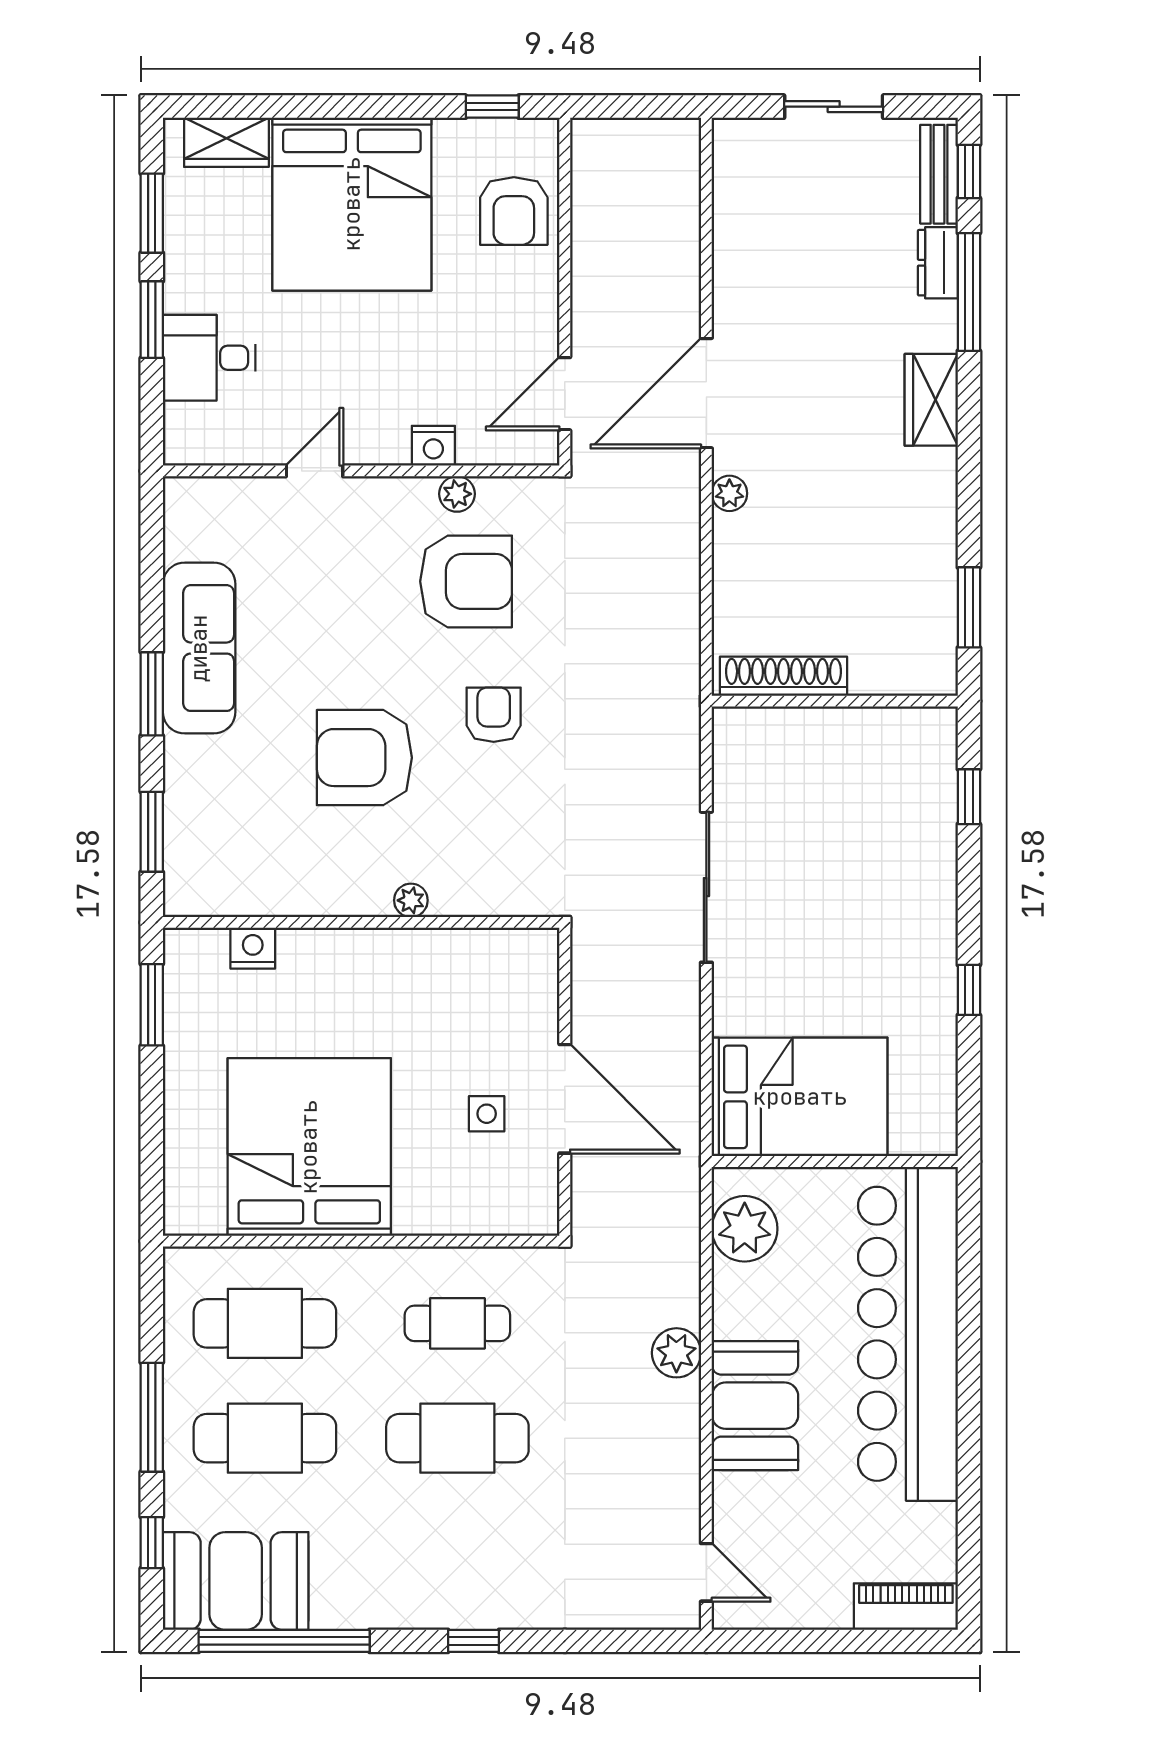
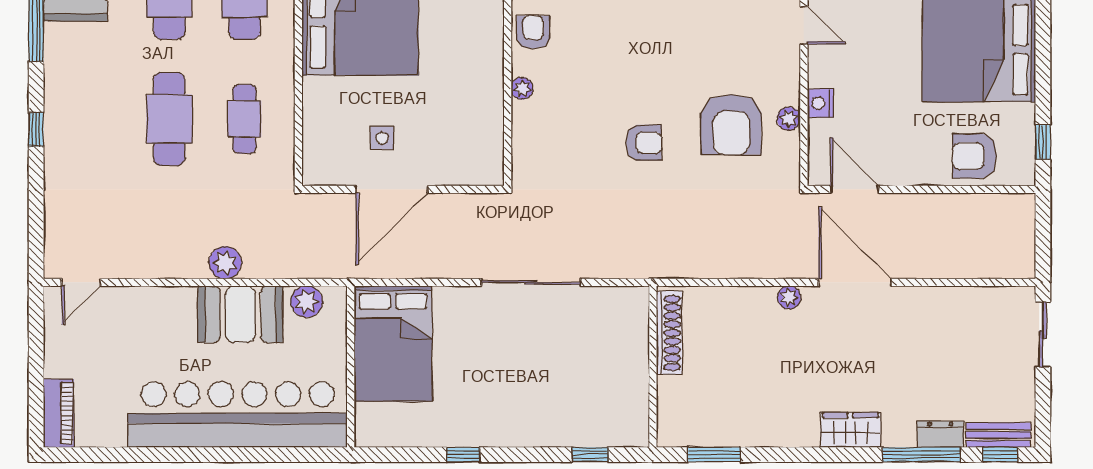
sliding door: (834, 107) -> (1043, 335), moved
armchair: (364, 758) -> (533, 32), moved, width x0.53, depth x0.53
plant: (745, 1229) -> (307, 302), width x0.73, depth x0.73
booth: (755, 1406) -> (240, 314), moved

